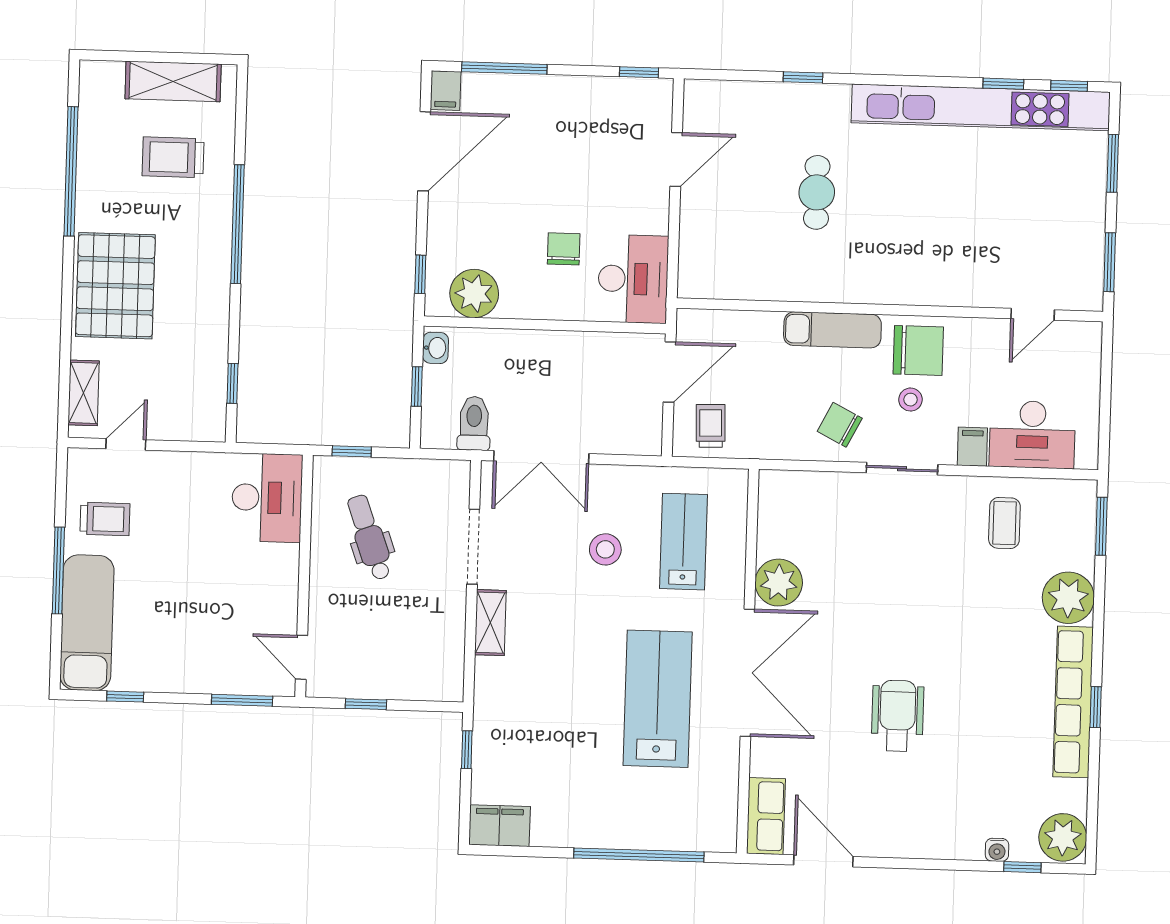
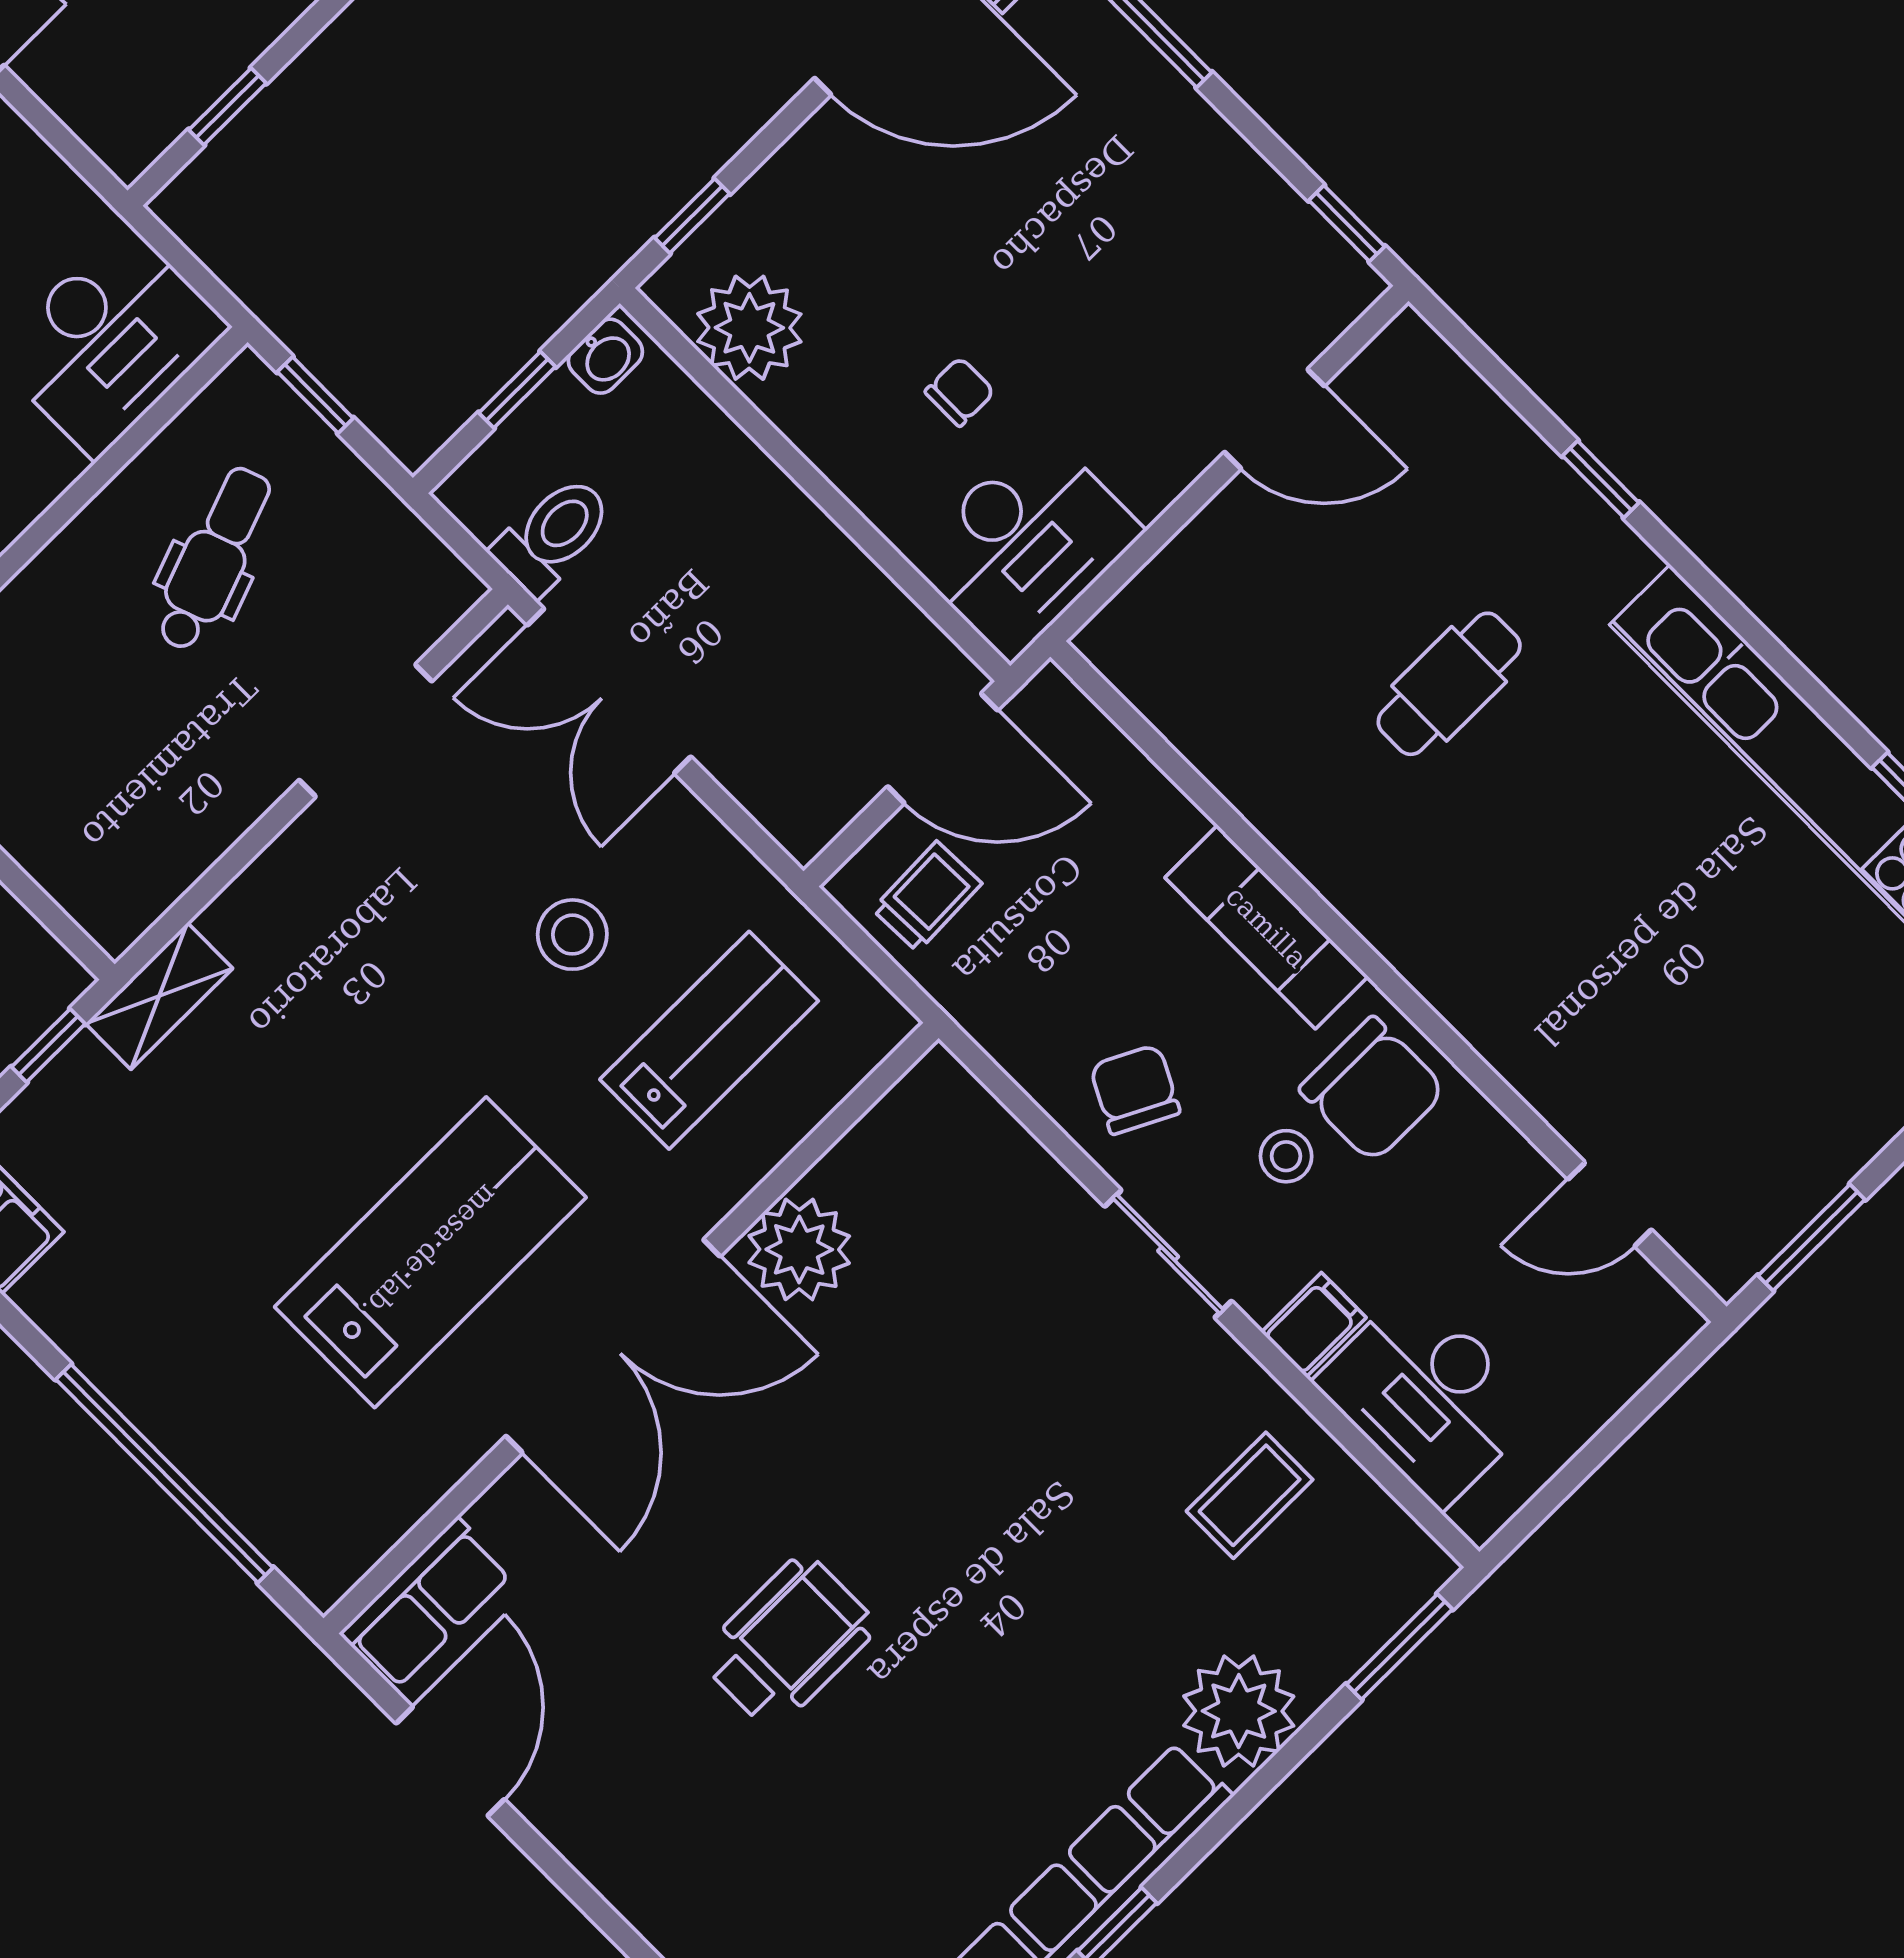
chair: (564, 249) -> (960, 392), width x0.73, depth x0.73
shelving: (490, 623) -> (159, 996), moved

